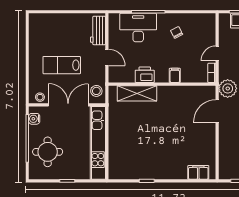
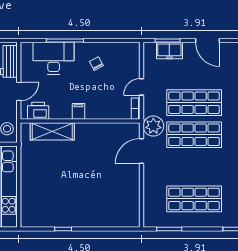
door: (107, 57) -> (19, 91), hinge flipped
printer: (145, 75) -> (38, 111), moved
filing cabinet: (175, 75) -> (78, 111), moved
filing cabinet: (198, 172) -> (121, 220), removed

